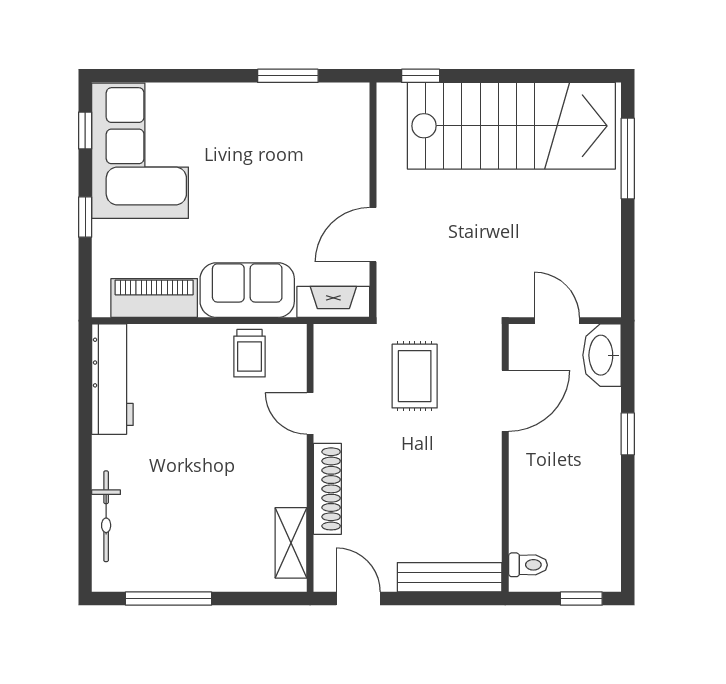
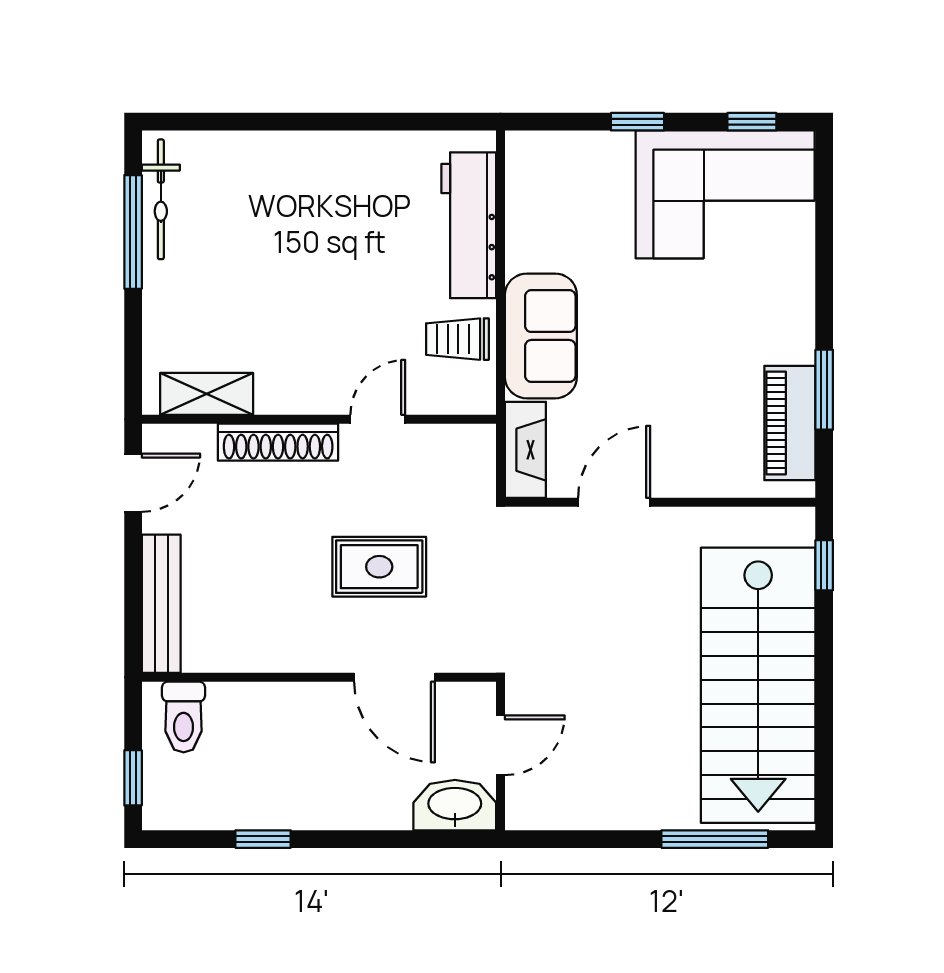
door: (373, 235) -> (614, 502), hinge flipped
piano: (154, 298) -> (790, 423), moved, turned 180
rug: (415, 376) -> (379, 567), moved
workbench: (112, 379) -> (469, 225), moved, turned 90
window: (628, 434) -> (263, 839), moved
bicycle: (106, 516) -> (161, 199), moved, turned -90
toilet: (528, 565) -> (184, 717), width x1.37, depth x1.39

